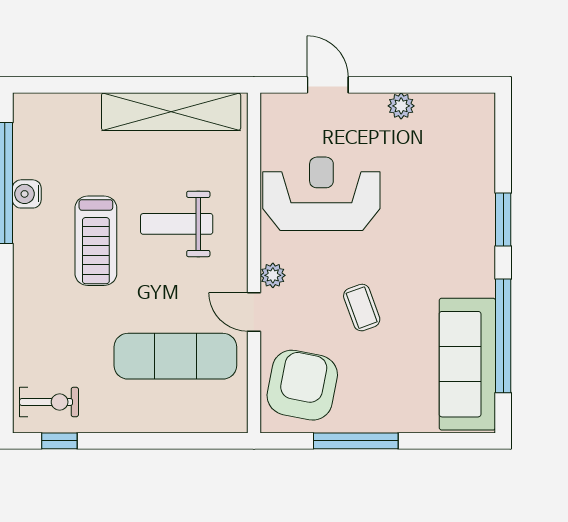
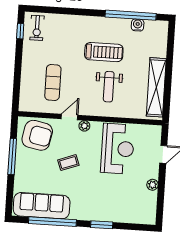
water cooler: (27, 194) -> (138, 25), moved
weight bench: (177, 224) -> (109, 87), turned 180
treadmill: (96, 241) -> (104, 52), turned 180
exercise mat: (175, 356) -> (53, 82), width x0.73, depth x0.69

